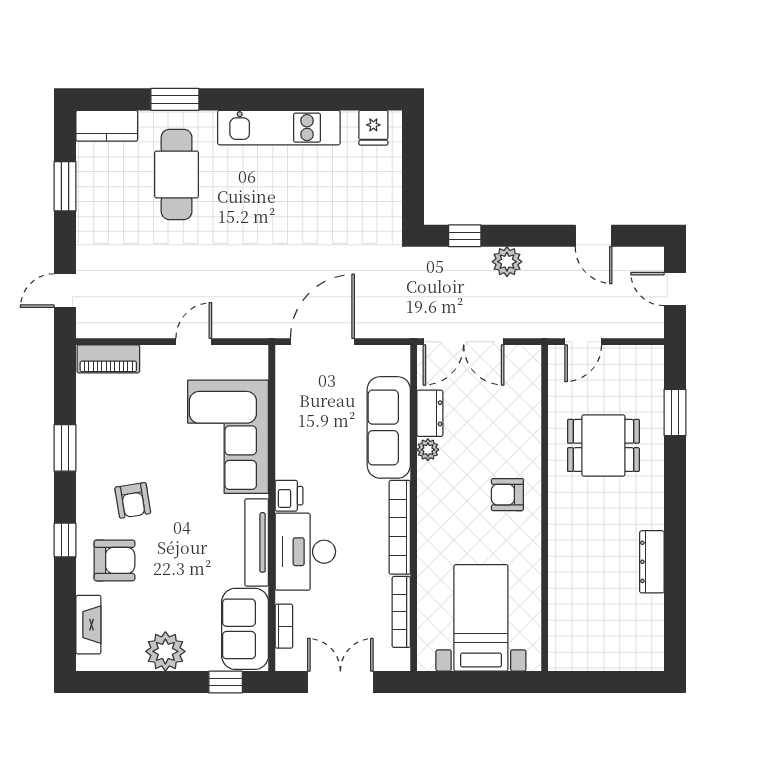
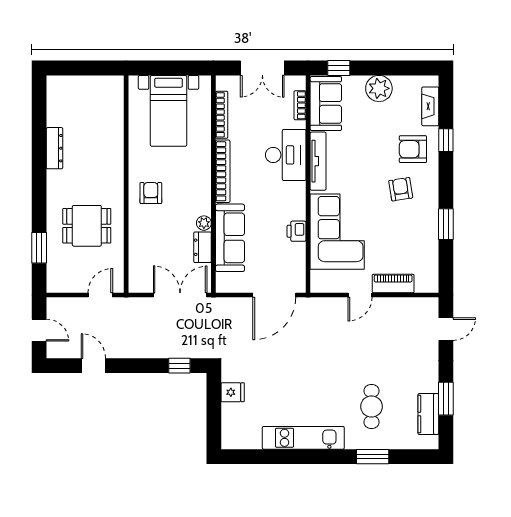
kitchen counter: (107, 126) -> (428, 414), moved, turned -90
fridge: (373, 128) -> (233, 392), moved, turned 90
cafe table: (177, 174) -> (372, 407), width x0.73, depth x0.74
plant: (507, 262) -> (151, 348), removed
piano: (108, 359) -> (393, 284), moved
armchair: (507, 495) -> (151, 193), turned -90
printer: (289, 496) -> (297, 231), moved
window: (65, 540) -> (446, 140), moved

